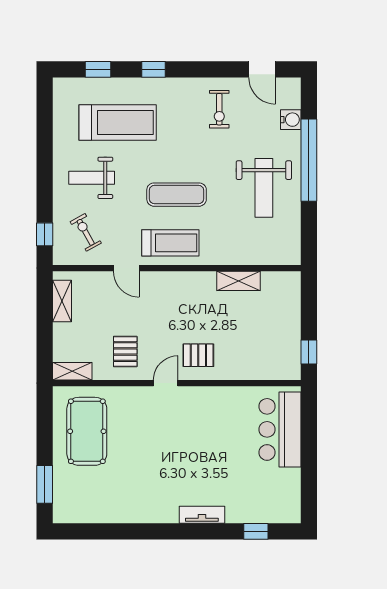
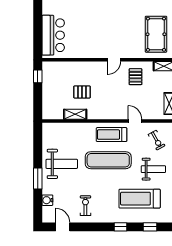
window: (309, 160) -> (38, 179), width x0.47
weight bench: (264, 188) -> (62, 164), turned 90
exercise mat: (177, 195) -> (108, 160), width x1.36, depth x1.45
pallet: (198, 355) -> (82, 92), moved

